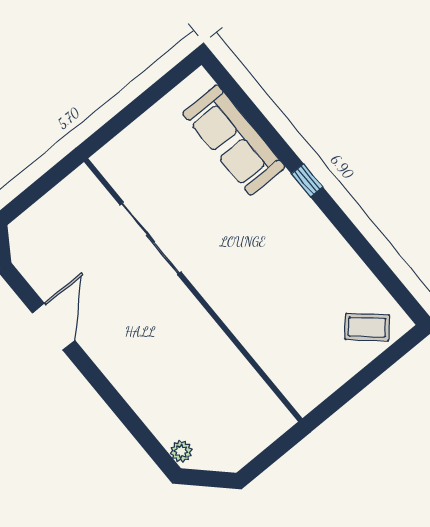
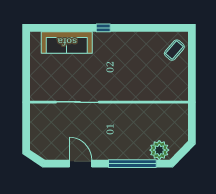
window: (124, 412) -> (132, 164), added
plant: (181, 451) -> (159, 150), width x1.88, depth x1.88

